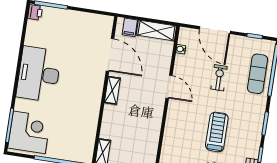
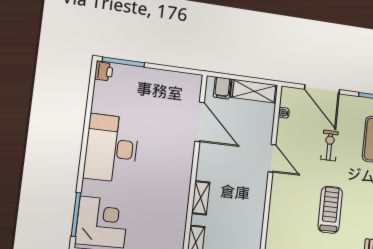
shelving: (112, 90) -> (201, 198), moved

